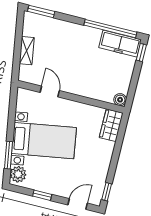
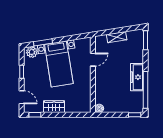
freezer: (120, 44) -> (137, 77), moved
wardrobe: (111, 125) -> (54, 107), moved

